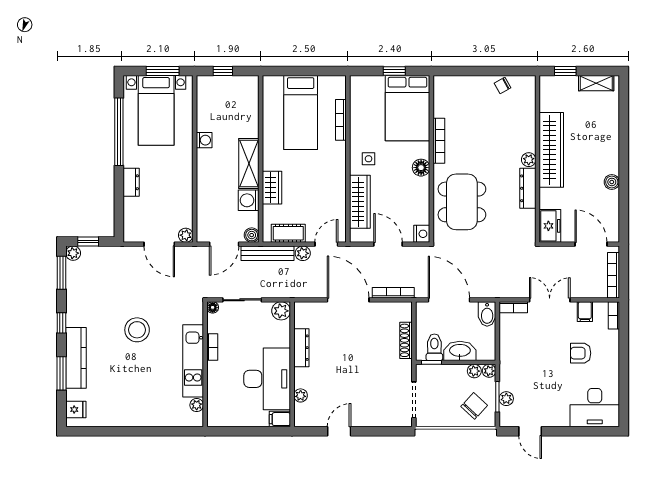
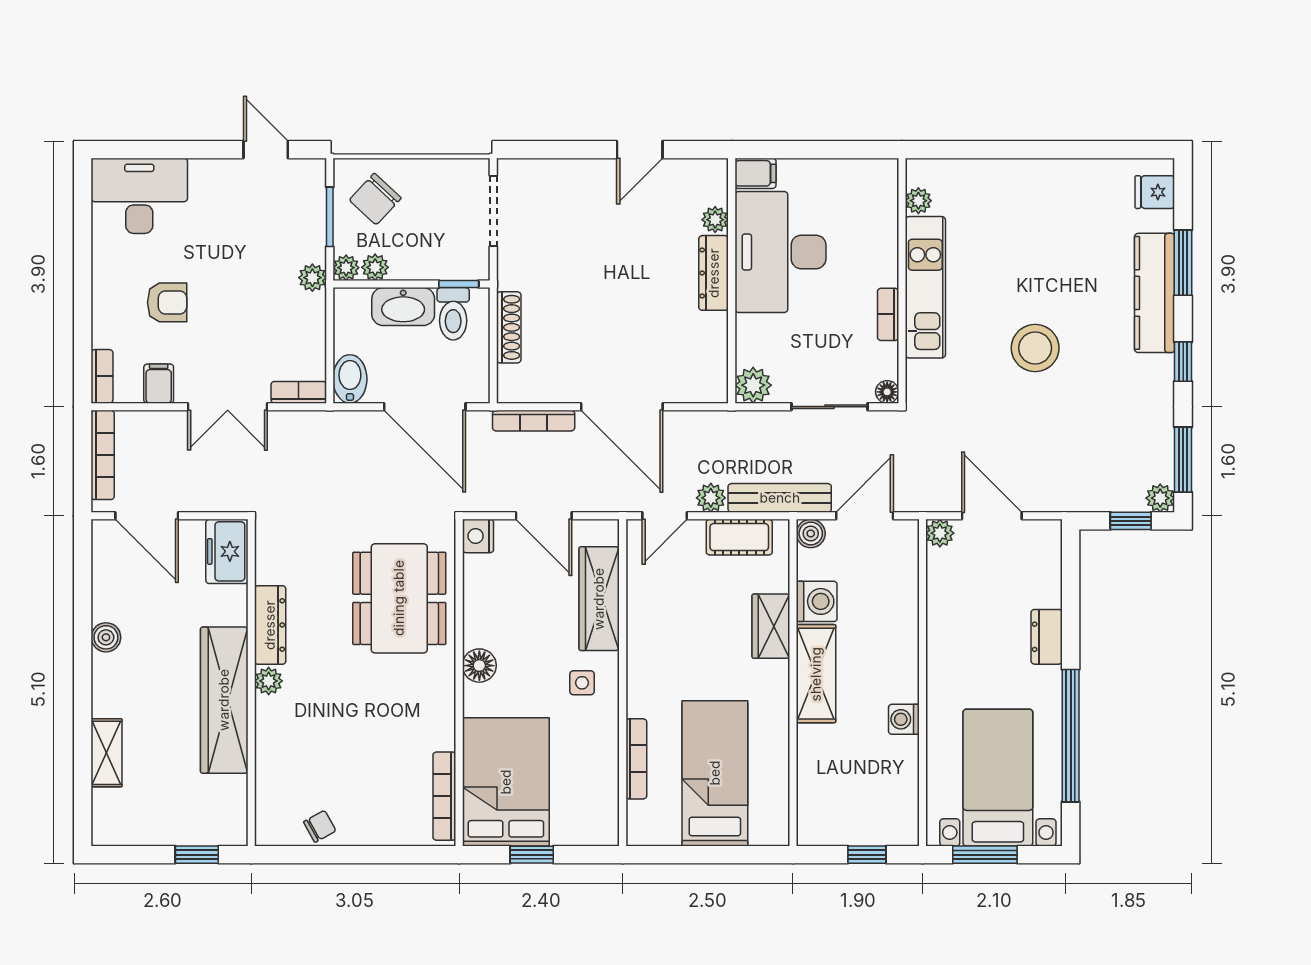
shelving: (596, 83) -> (107, 753), moved, turned 90
bookcase: (439, 141) -> (444, 796), moved
dresser: (301, 348) -> (714, 273), moved
plant: (506, 399) -> (312, 278), moved

